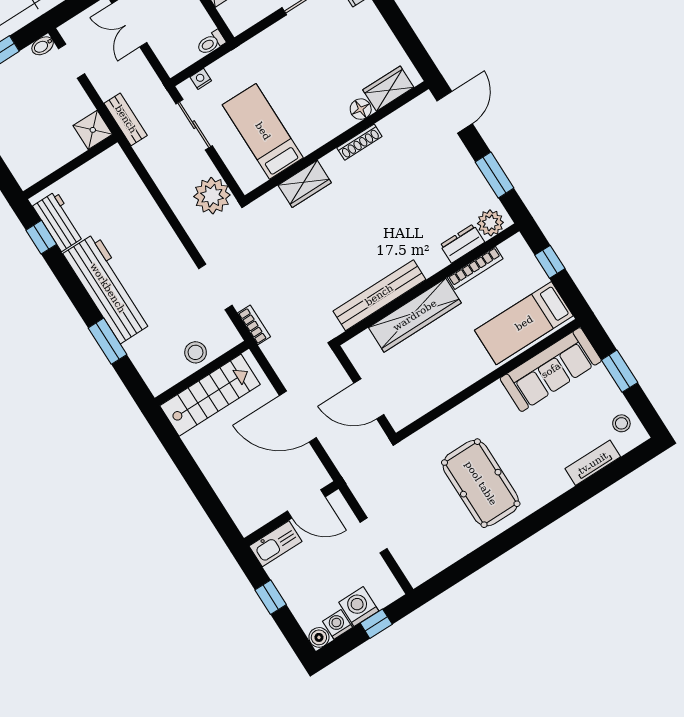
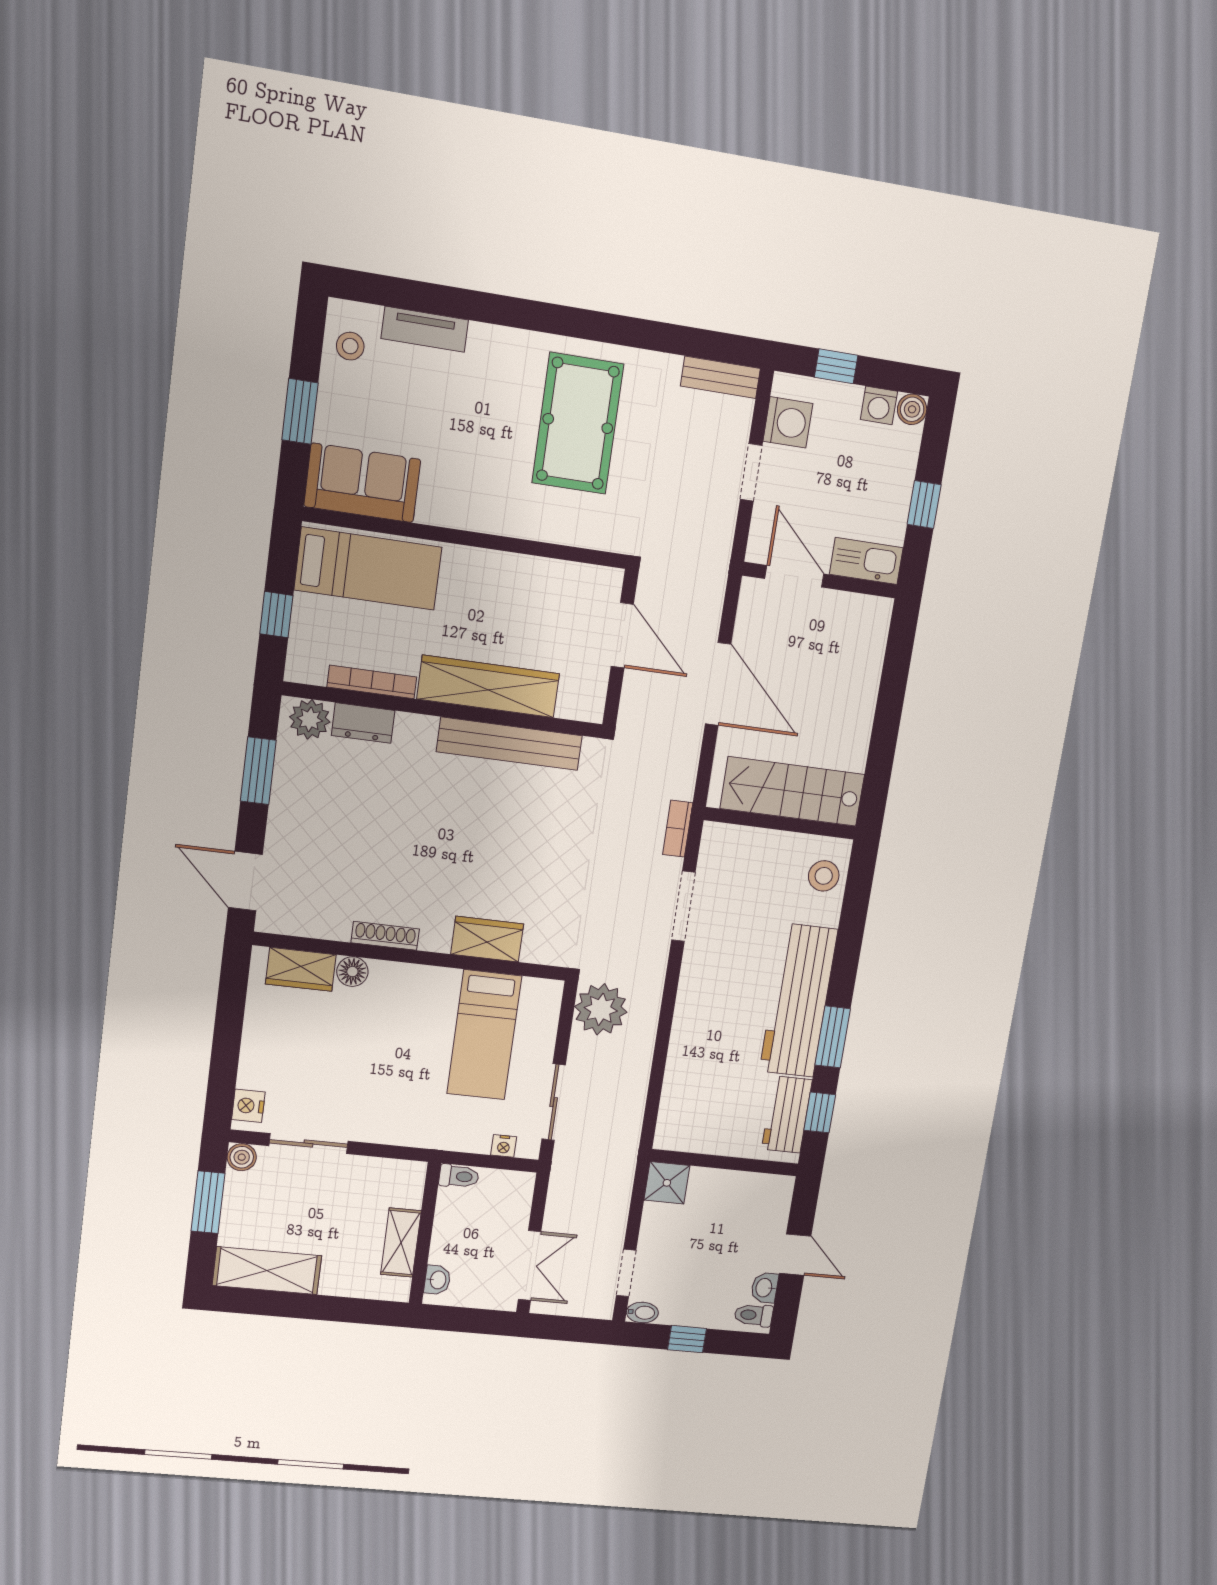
door: (455, 112) -> (245, 881), hinge flipped
bench: (126, 119) -> (720, 377), moved, turned 90
window: (107, 341) -> (833, 1037), moved
stool: (196, 352) -> (824, 876), moved
sofa: (551, 370) -> (362, 483), width x0.73
washing machine: (359, 607) -> (788, 422), moved, turned -90

